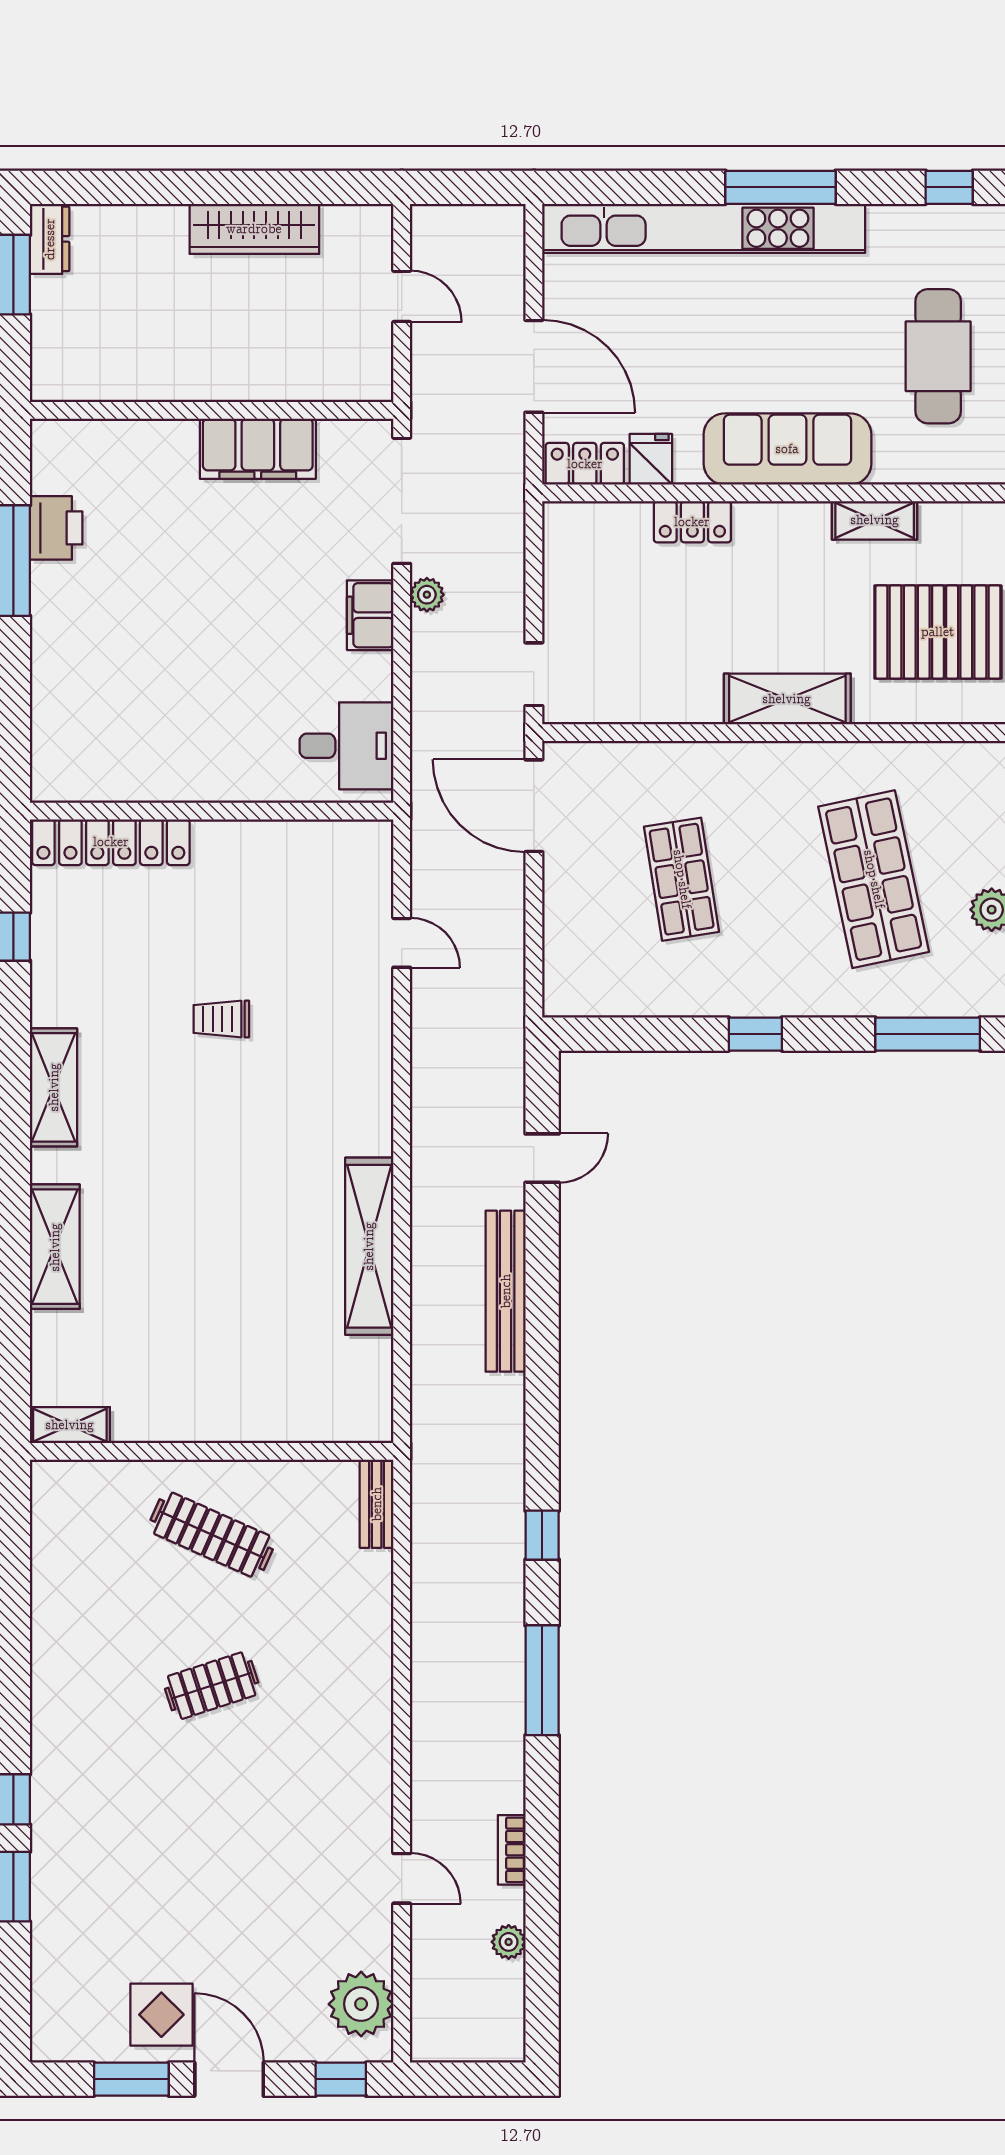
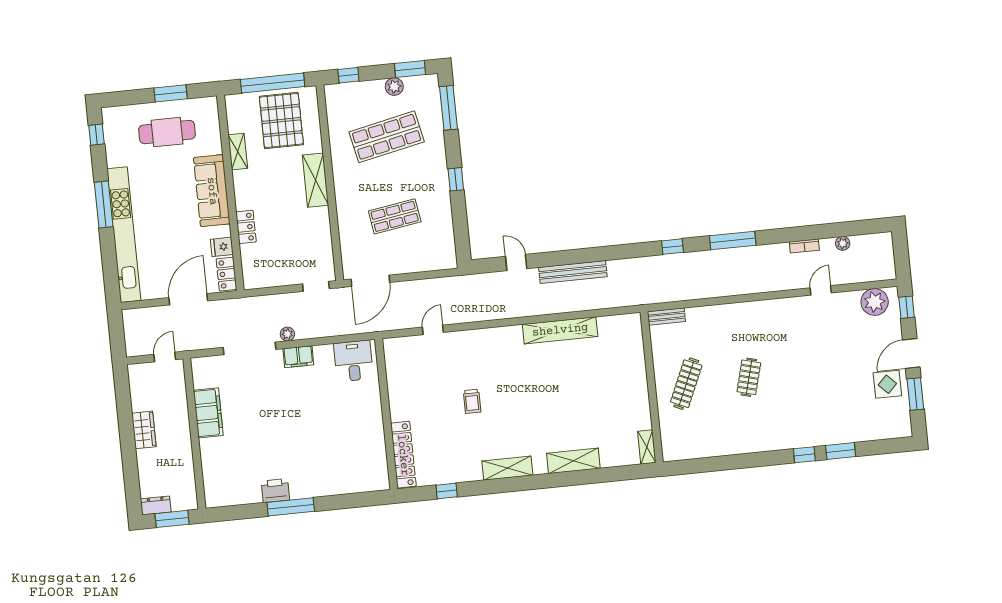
wardrobe: (254, 229) -> (144, 430), width x0.67
wall: (212, 410) -> (194, 434), moved
filing cabinet: (258, 449) -> (208, 413), moved
clothes rail: (212, 1686) -> (749, 377), turned 33

